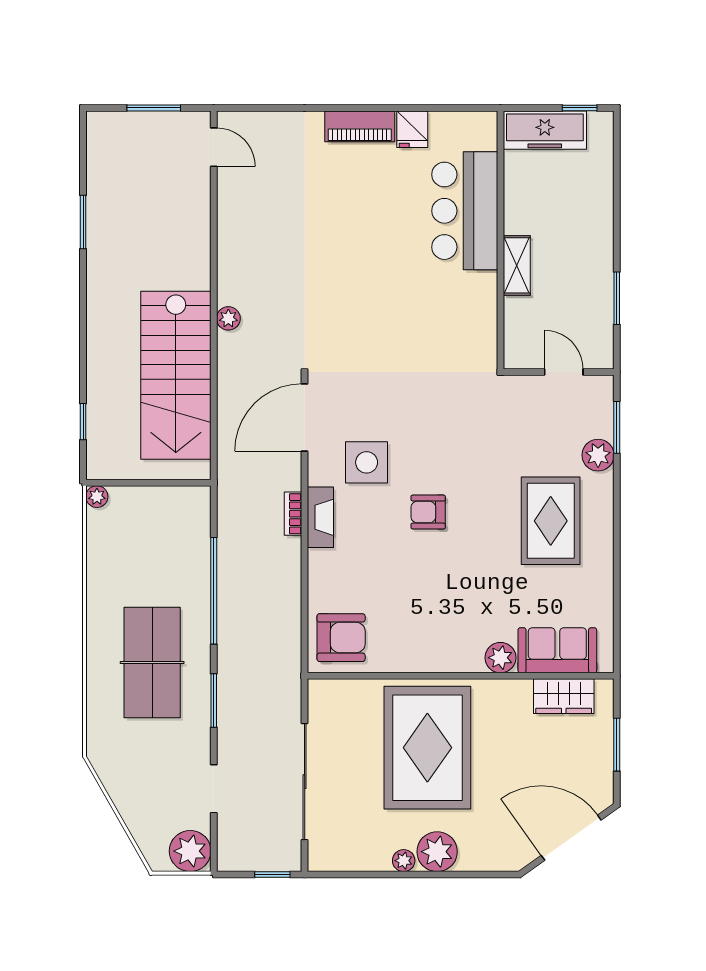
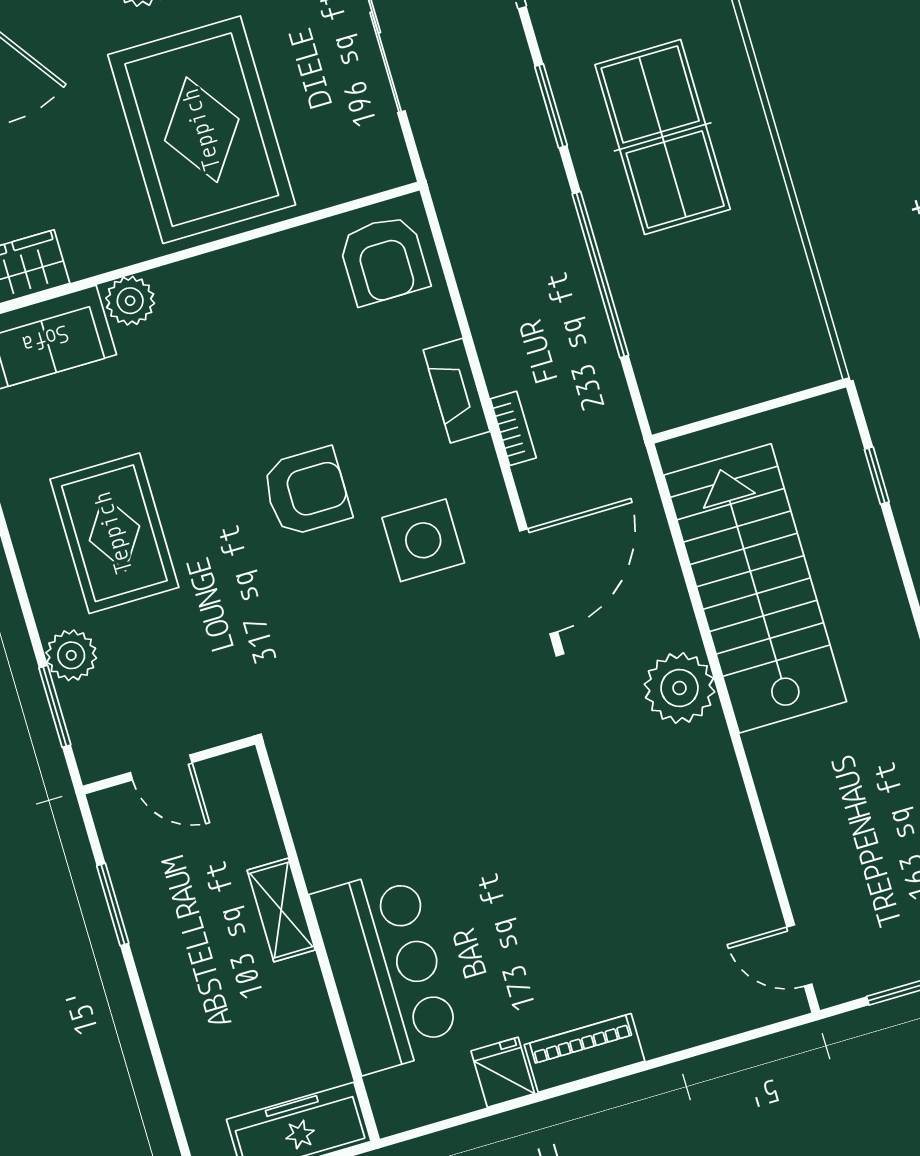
plant: (228, 318) -> (680, 688), width x1.87, depth x1.87
plant: (97, 497) -> (822, 367), removed
armchair: (428, 512) -> (306, 492), width x1.38, depth x1.38
fireplace: (320, 517) -> (457, 391), moved
armchair: (341, 638) -> (384, 260), turned -90

